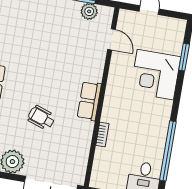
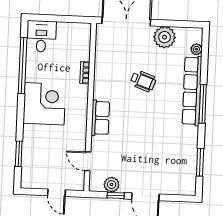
corner desk: (155, 75) -> (44, 104), moved
row of seats: (89, 101) -> (100, 118), moved

